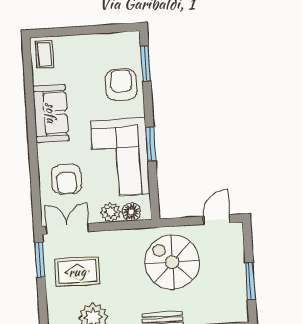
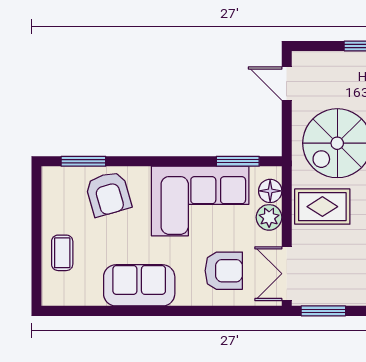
coffee table: (44, 54) -> (62, 253), moved, turned 90
armchair: (121, 85) -> (108, 194), turned -106
window: (151, 144) -> (238, 161), moved
rug: (77, 272) -> (322, 207), moved, turned 90

